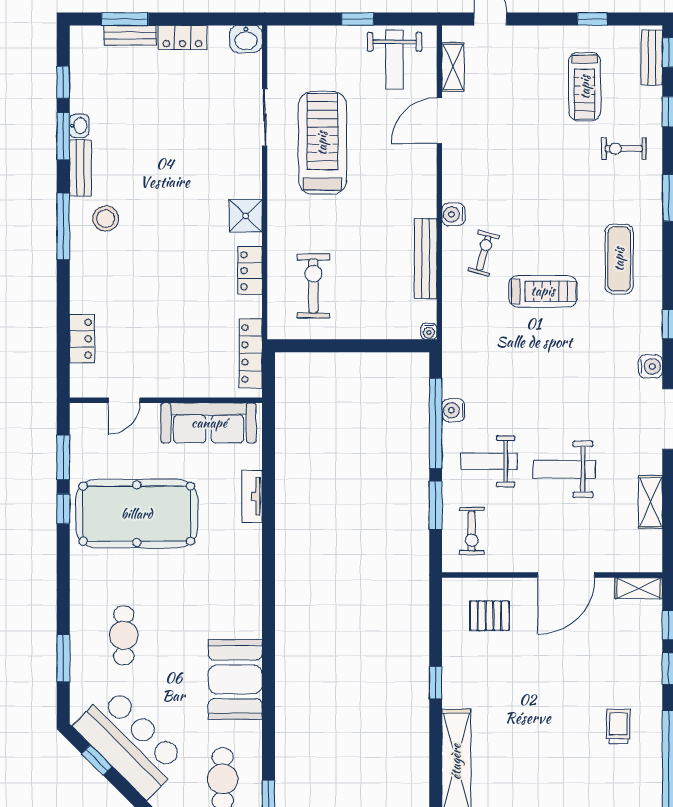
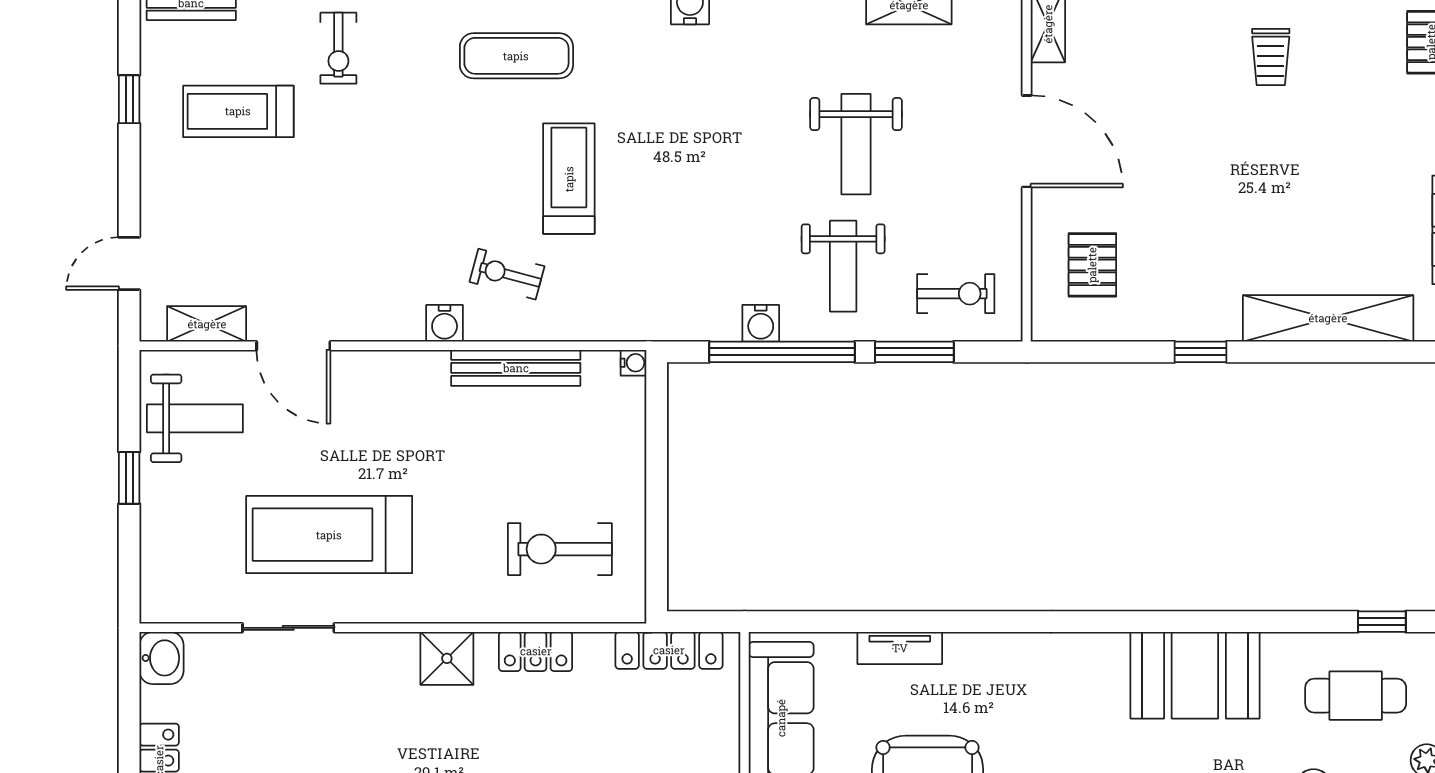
treadmill: (585, 87) -> (238, 111), turned 180
trolley: (618, 726) -> (1271, 57), turned -90

